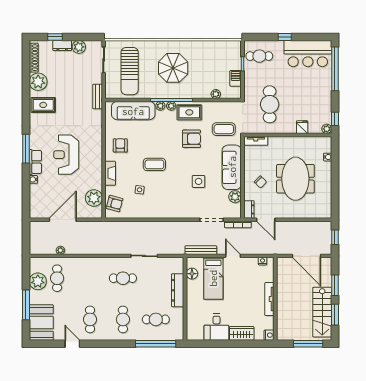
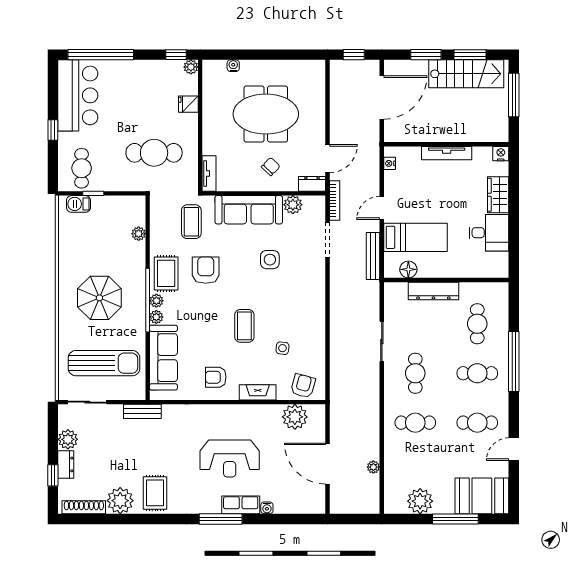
barbecue: (236, 78) -> (78, 204), moved
cafe table: (57, 278) -> (415, 423), moved
window: (156, 344) -> (514, 361), moved

